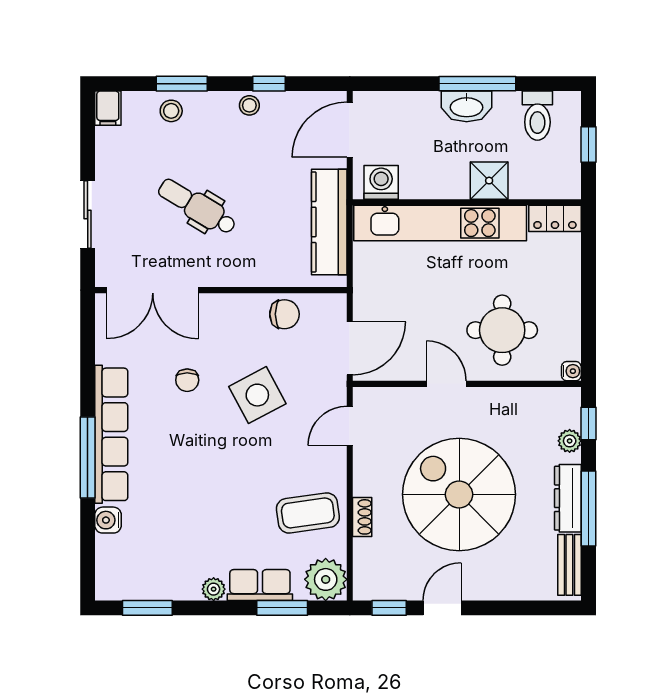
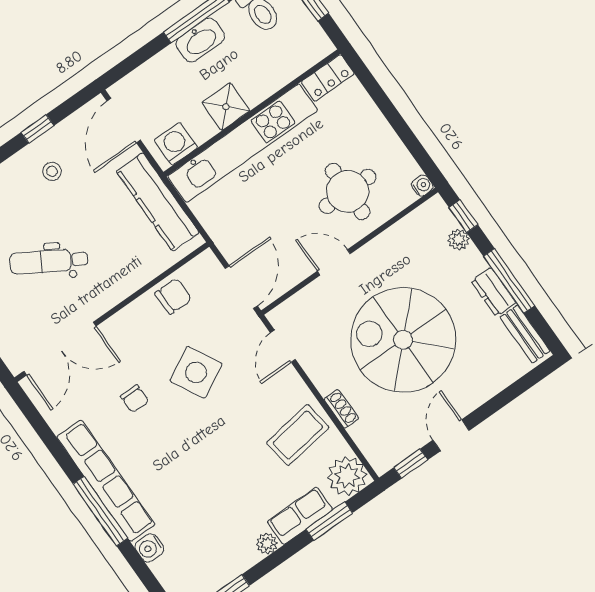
stool: (249, 105) -> (52, 171), moved
shower: (489, 181) -> (226, 107), moved
dresser: (568, 498) -> (493, 292), width x0.70

